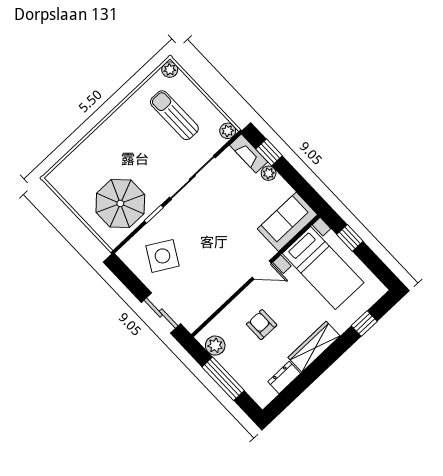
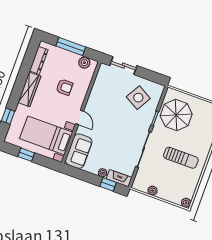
sun lounger: (174, 115) -> (181, 158), moved
plant: (228, 131) -> (153, 191), moved
window: (350, 238) -> (26, 155), moved
door: (262, 270) -> (80, 117), swing flipped
dresser: (284, 377) -> (39, 60), width x1.44

